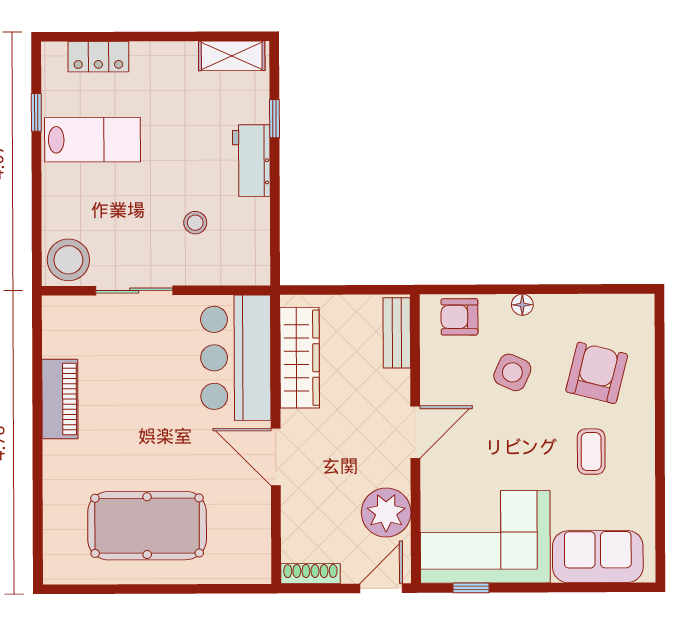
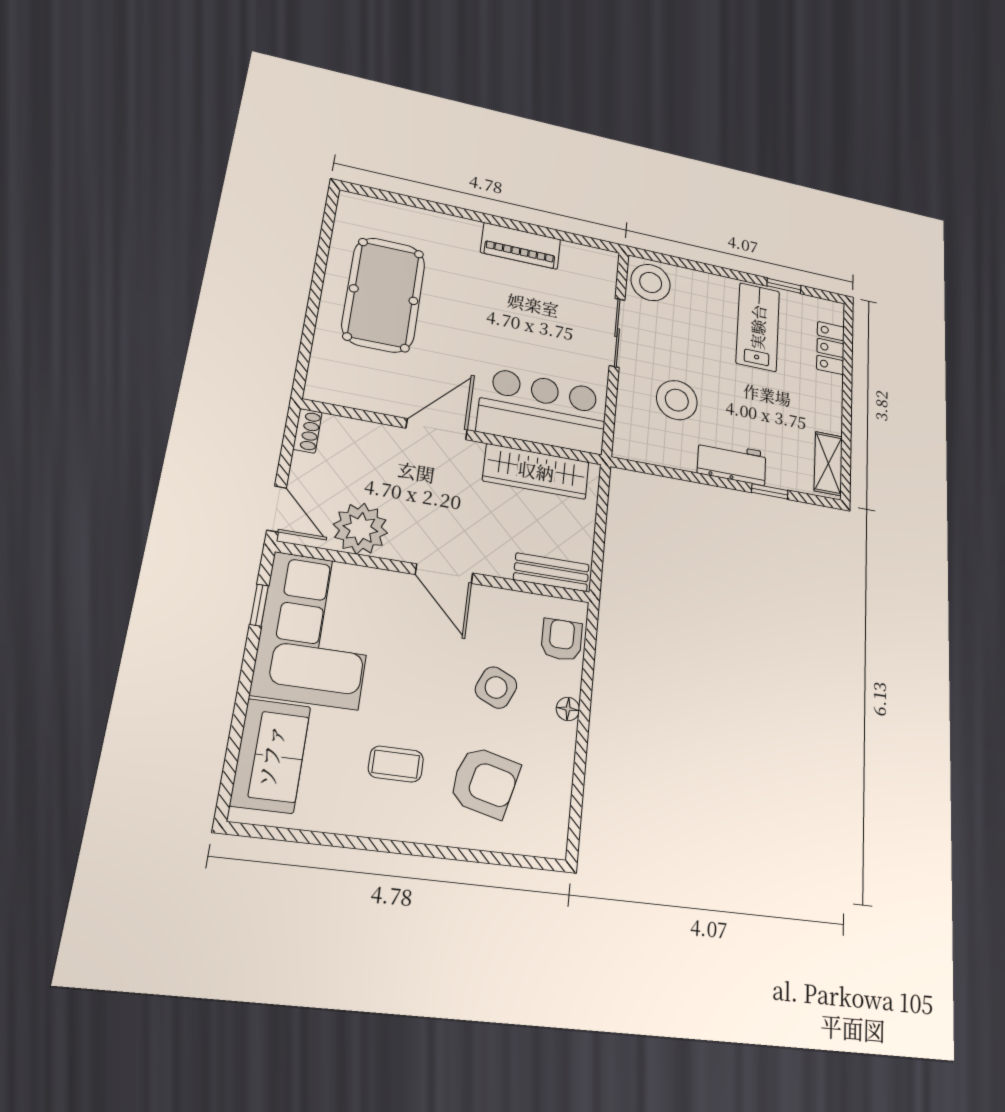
lab bench: (93, 140) -> (758, 327), turned 180
stool: (195, 223) -> (677, 400), width x1.89, depth x1.89
shoe rack: (310, 574) -> (307, 431), width x0.70

